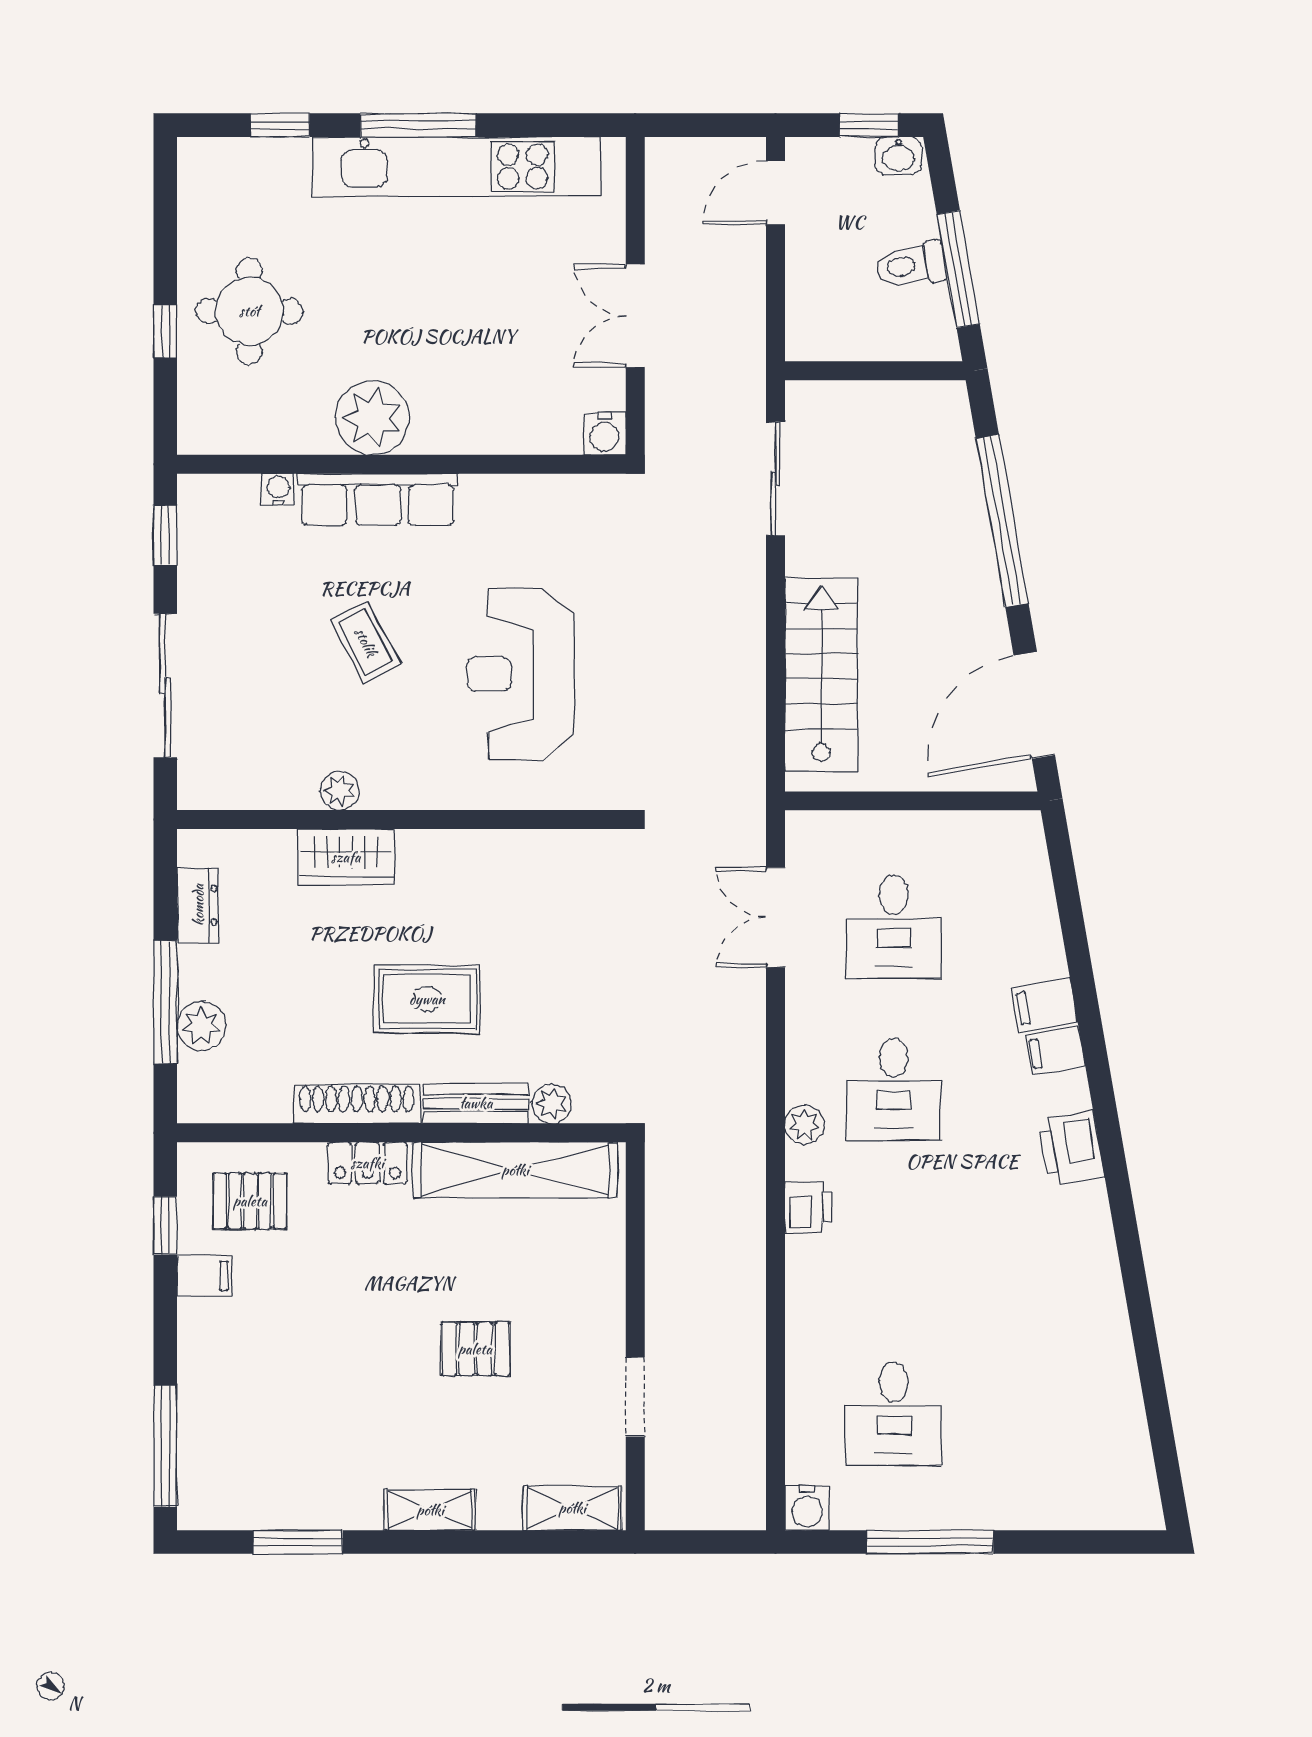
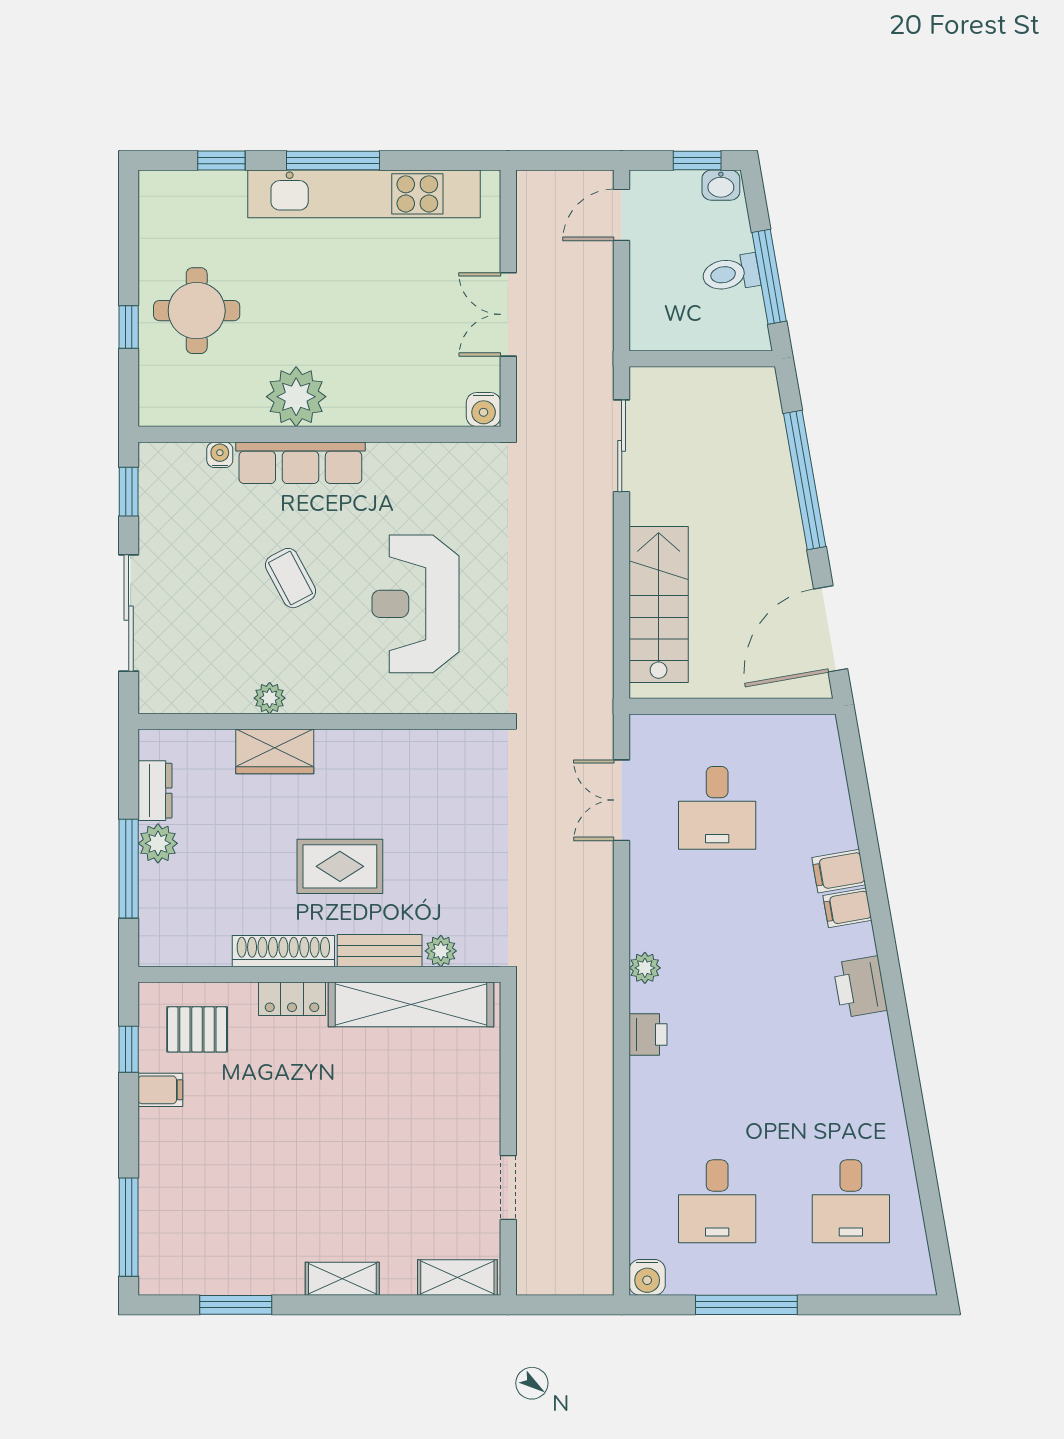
plant: (201, 1026) -> (158, 843), moved
desk: (894, 1089) -> (851, 1201), moved
pallet: (475, 1349) -> (379, 1149), removed

